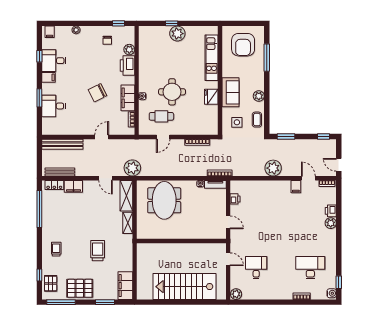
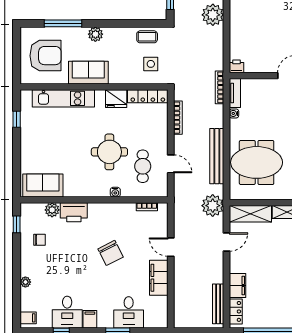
window: (172, 23) -> (17, 119), moved
plant: (177, 34) -> (30, 145), removed
sofa: (147, 43) -> (43, 186), added
sofa: (230, 92) -> (88, 73), moved
plant: (259, 96) -> (95, 34), moved
filing cabinet: (128, 98) -> (159, 278), moved, turned 90
locker: (213, 120) -> (148, 96), added
bench: (62, 144) -> (217, 156), moved
printer: (235, 199) -> (237, 66), moved

